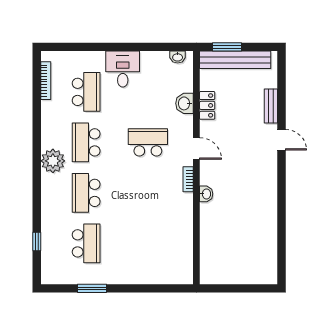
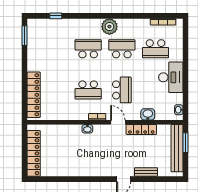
desk: (123, 69) -> (171, 77), width x1.37
locker: (207, 105) -> (141, 129), width x1.53
door: (196, 148) -> (118, 122), swing flipped
school desk: (86, 243) -> (88, 90), moved
locker: (155, 275) -> (34, 95), added
locker: (243, 275) -> (34, 153), added
window: (92, 288) -> (24, 36), moved

